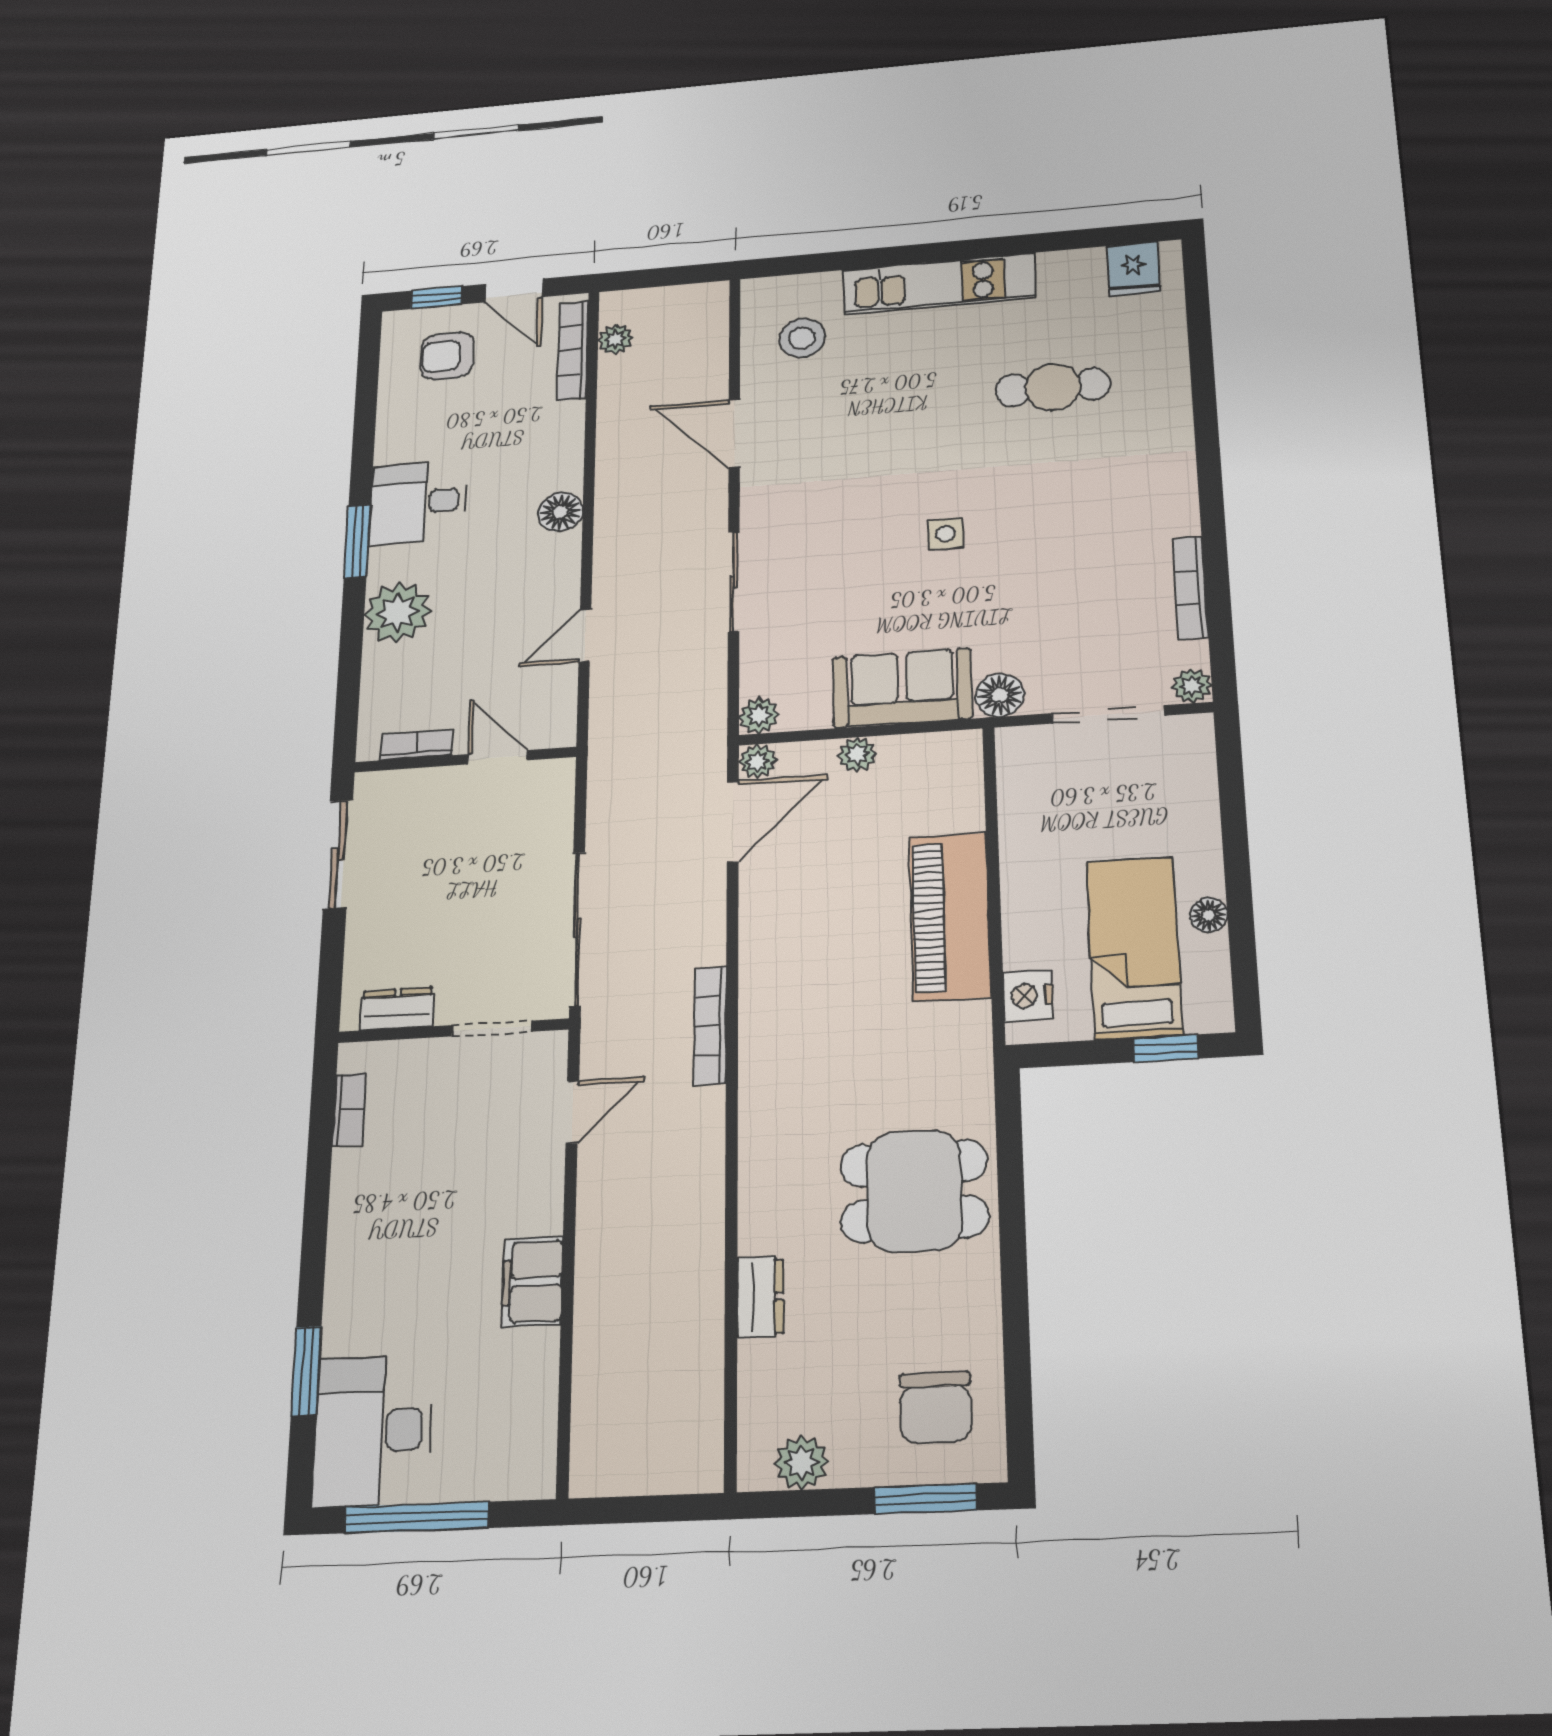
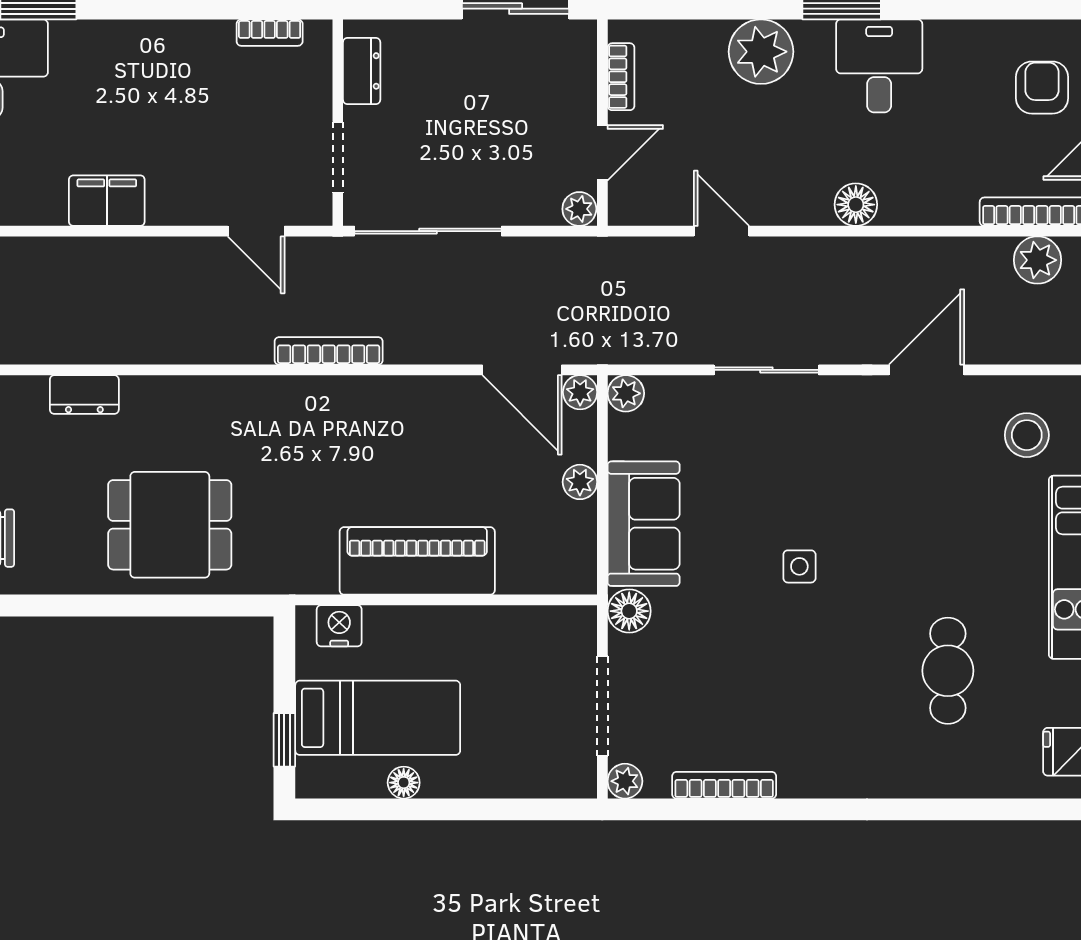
plant: (615, 339) -> (1037, 260), width x1.38, depth x1.38
plant: (557, 776) -> (579, 209), added
dining table: (914, 1191) -> (170, 525), turned 90

